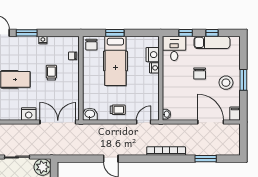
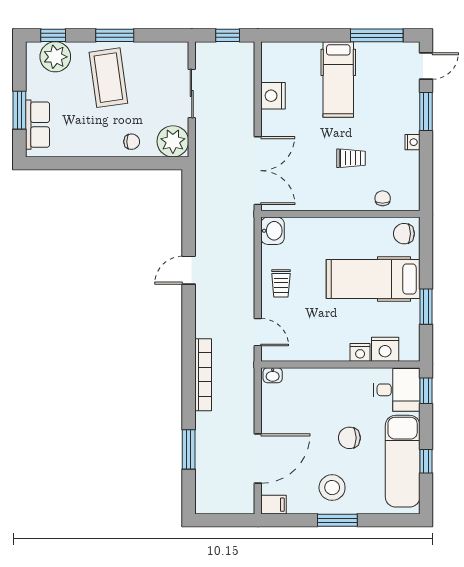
window: (115, 33) -> (426, 307), moved
window: (186, 33) -> (426, 391), moved
exam couch: (212, 42) -> (403, 461), width x1.36, depth x1.45
nightstand: (29, 114) -> (273, 96), moved

